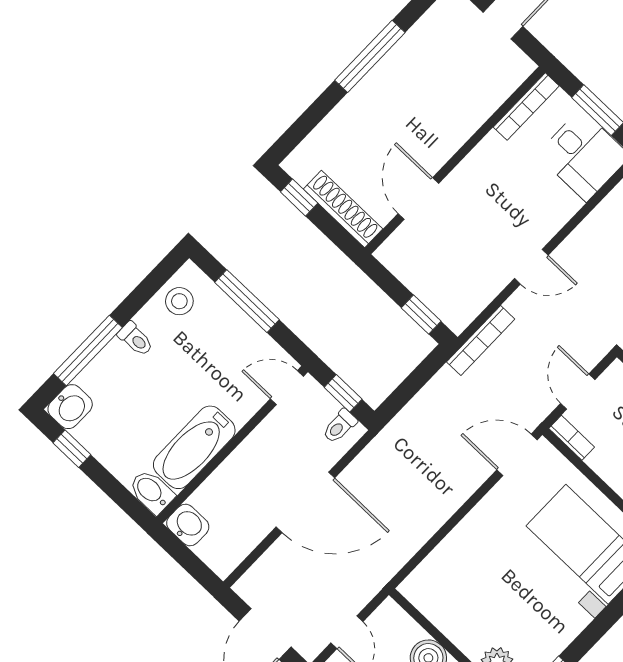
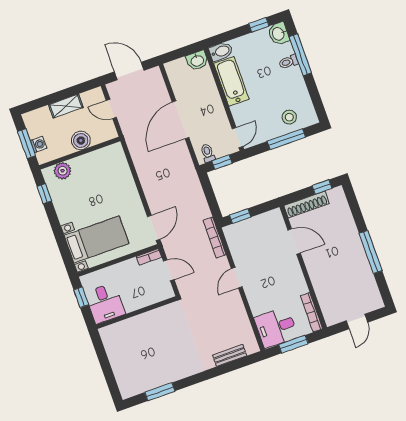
stool: (179, 301) -> (289, 117), moved
toilet: (135, 339) -> (288, 62), moved

